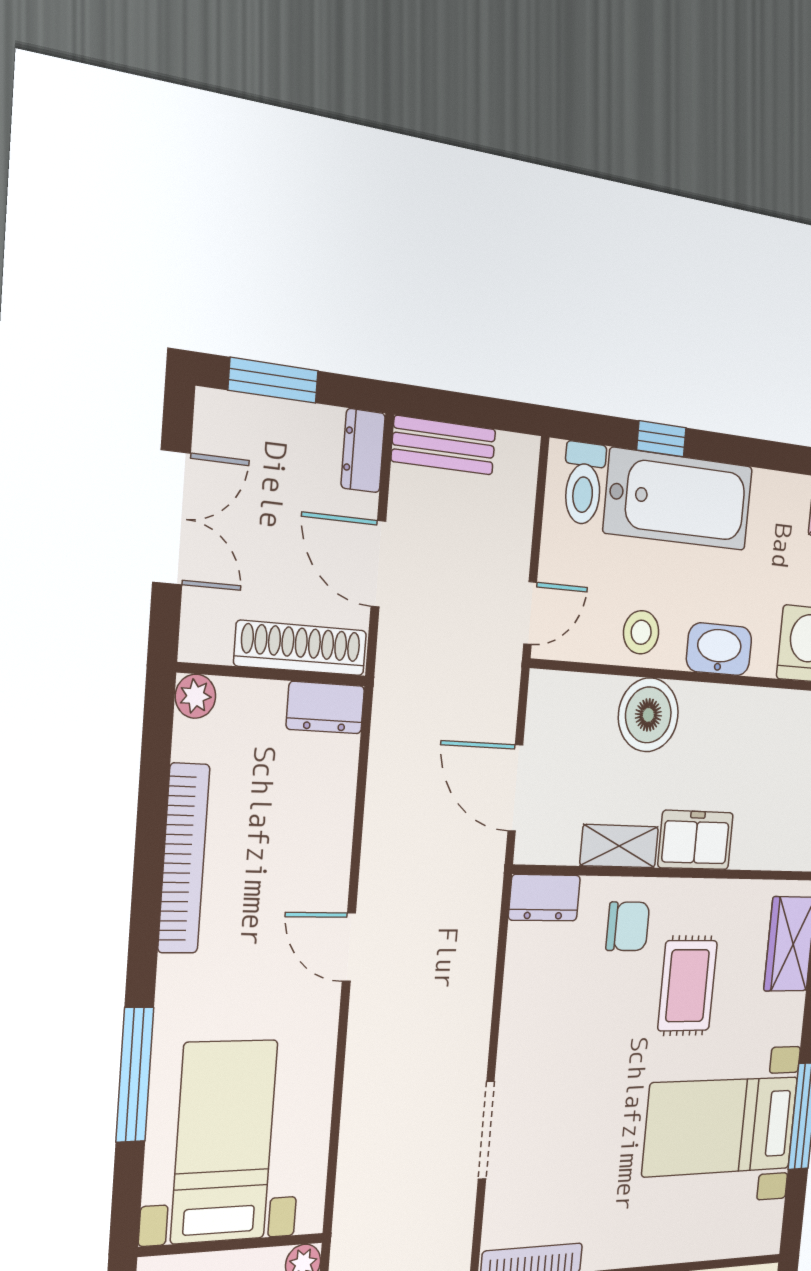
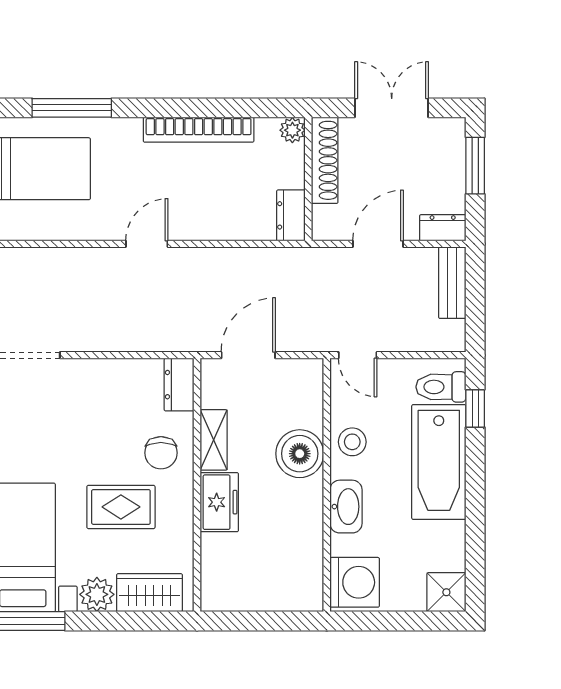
window: (661, 439) -> (475, 409), moved
double door: (171, 518) -> (392, 108), swing flipped
shoe rack: (301, 648) -> (325, 160), moved
plant: (784, 1019) -> (97, 594), added

